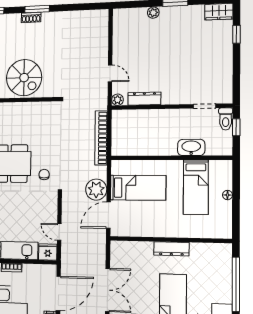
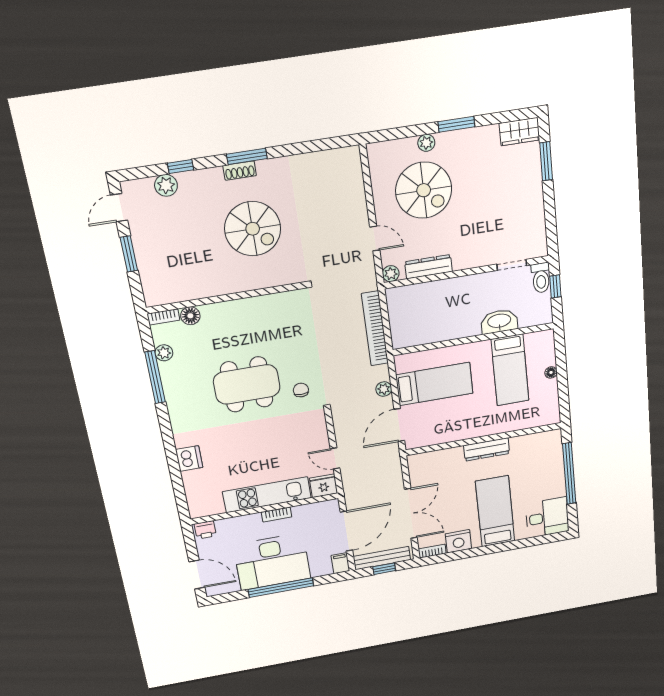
window: (236, 34) -> (546, 161), width x1.50
spiral stairs: (148, 44) -> (424, 190), added
spiral stairs: (24, 78) -> (253, 229), moved
plant: (96, 190) -> (384, 389), width x0.53, depth x0.53

